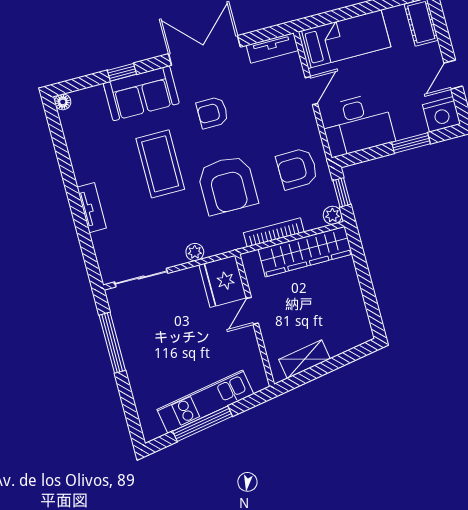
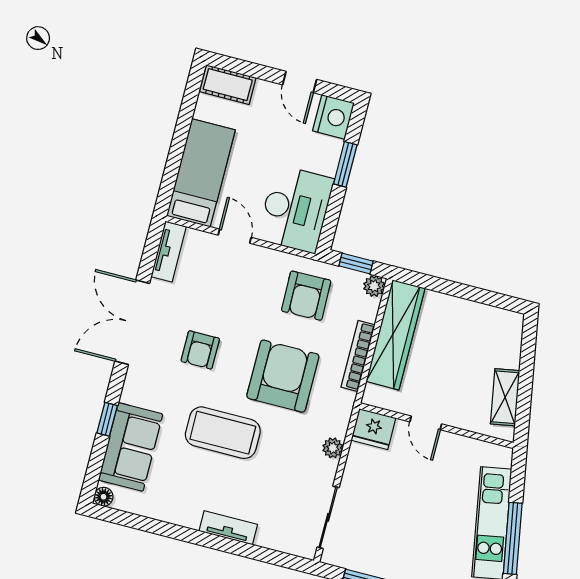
sofa: (141, 93) -> (131, 447), moved
armchair: (227, 185) -> (283, 376), turned -90
fridge: (223, 281) -> (373, 429), width x0.73, depth x0.75

